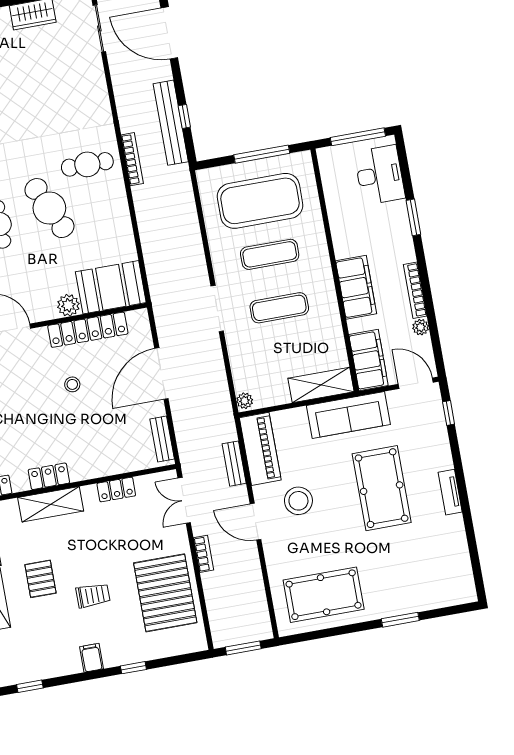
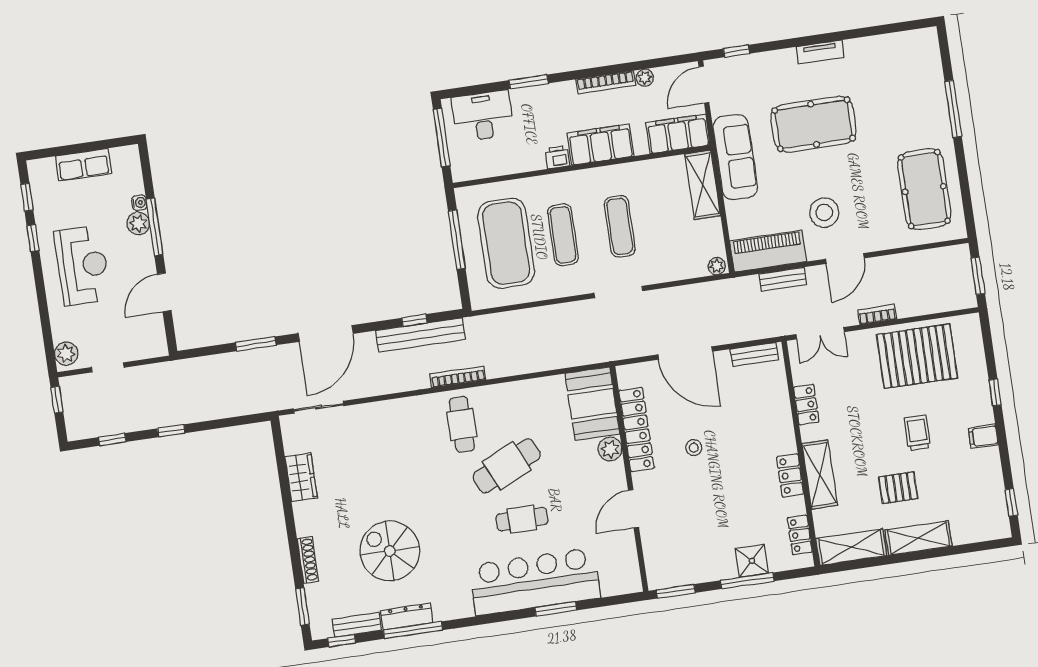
printer: (343, 247) -> (557, 157), added
window: (400, 620) -> (953, 109), width x1.44

